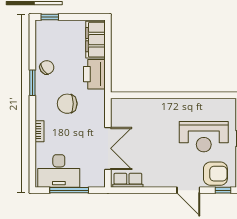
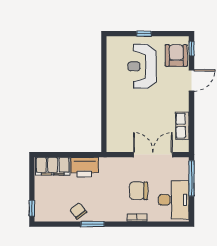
chair: (67, 104) -> (139, 191), moved, turned 90
reception desk: (204, 137) -> (142, 66), turned 180
row of seats: (128, 180) -> (182, 126), moved
window: (69, 190) -> (191, 178), moved

